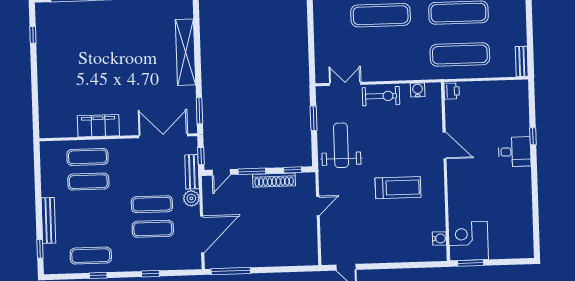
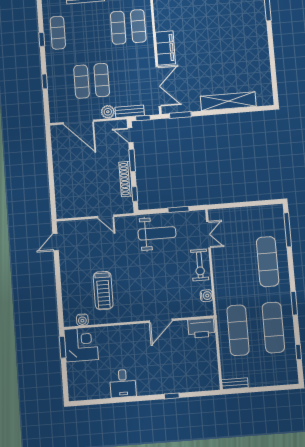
printer: (452, 91) -> (201, 328), width x1.87, depth x1.48
filing cabinet: (98, 126) -> (165, 48), moved
desk: (515, 152) -> (123, 383), moved
treadmill: (398, 188) -> (103, 291), moved
window: (231, 271) -> (49, 147), removed

